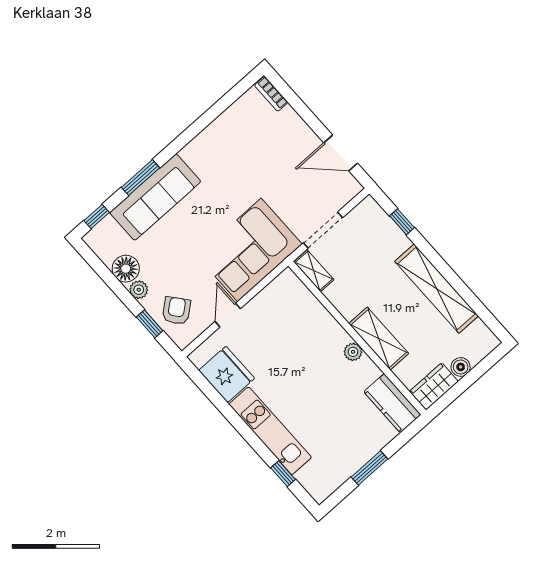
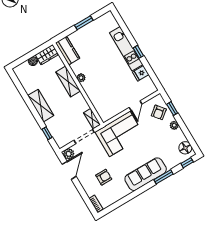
armchair: (266, 153) -> (104, 177), added
door: (341, 153) -> (69, 170), hinge flipped
plant: (349, 187) -> (69, 154), added
sofa: (155, 197) -> (146, 174), moved
floor lamp: (126, 269) -> (185, 148), moved
shelving: (437, 289) -> (41, 106), width x0.68
fridge: (227, 374) -> (141, 73), width x0.53, depth x0.75
window: (283, 474) -> (138, 52), moved

